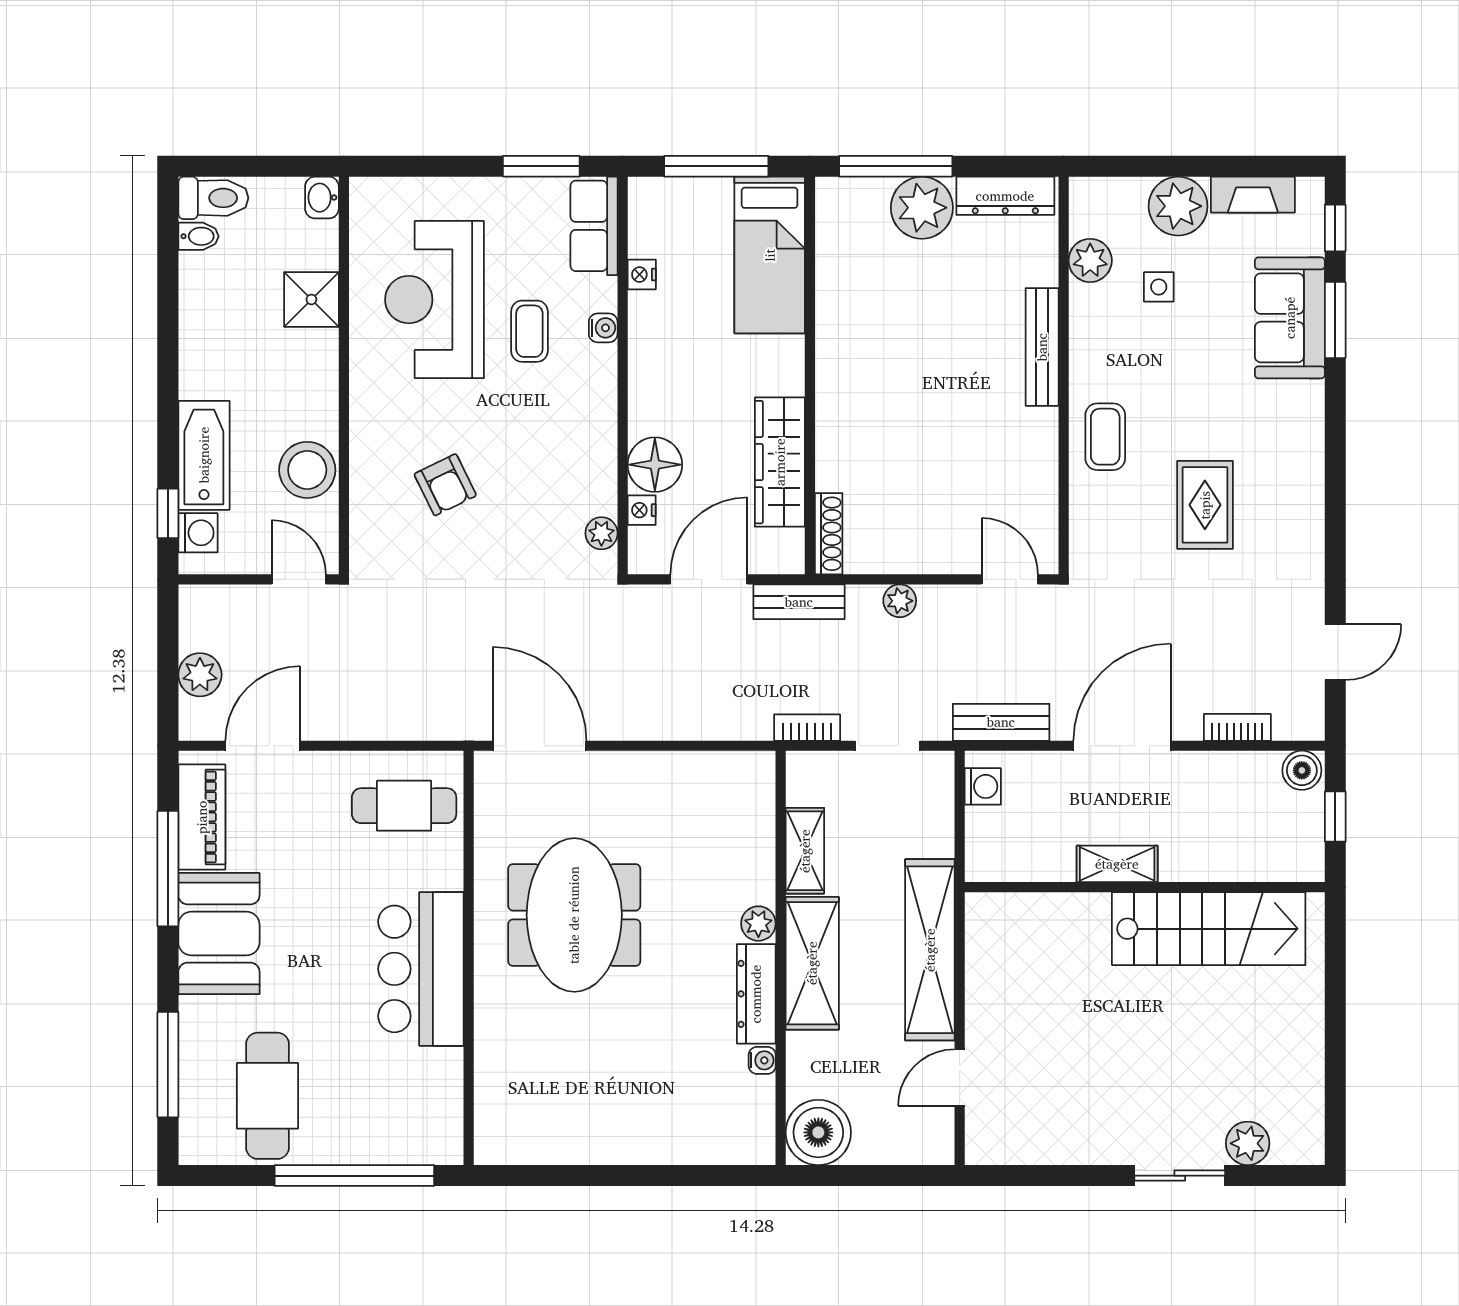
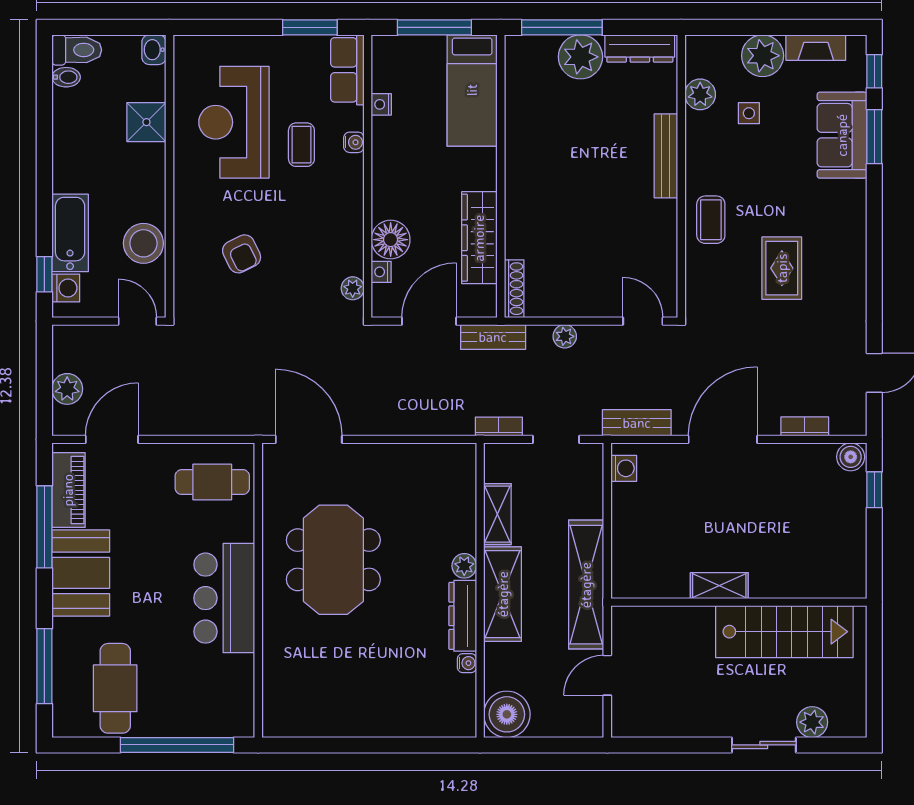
shelving: (1117, 864) -> (719, 586), moved
wall: (1145, 887) -> (739, 602), moved
stairs: (1209, 929) -> (784, 632), moved

